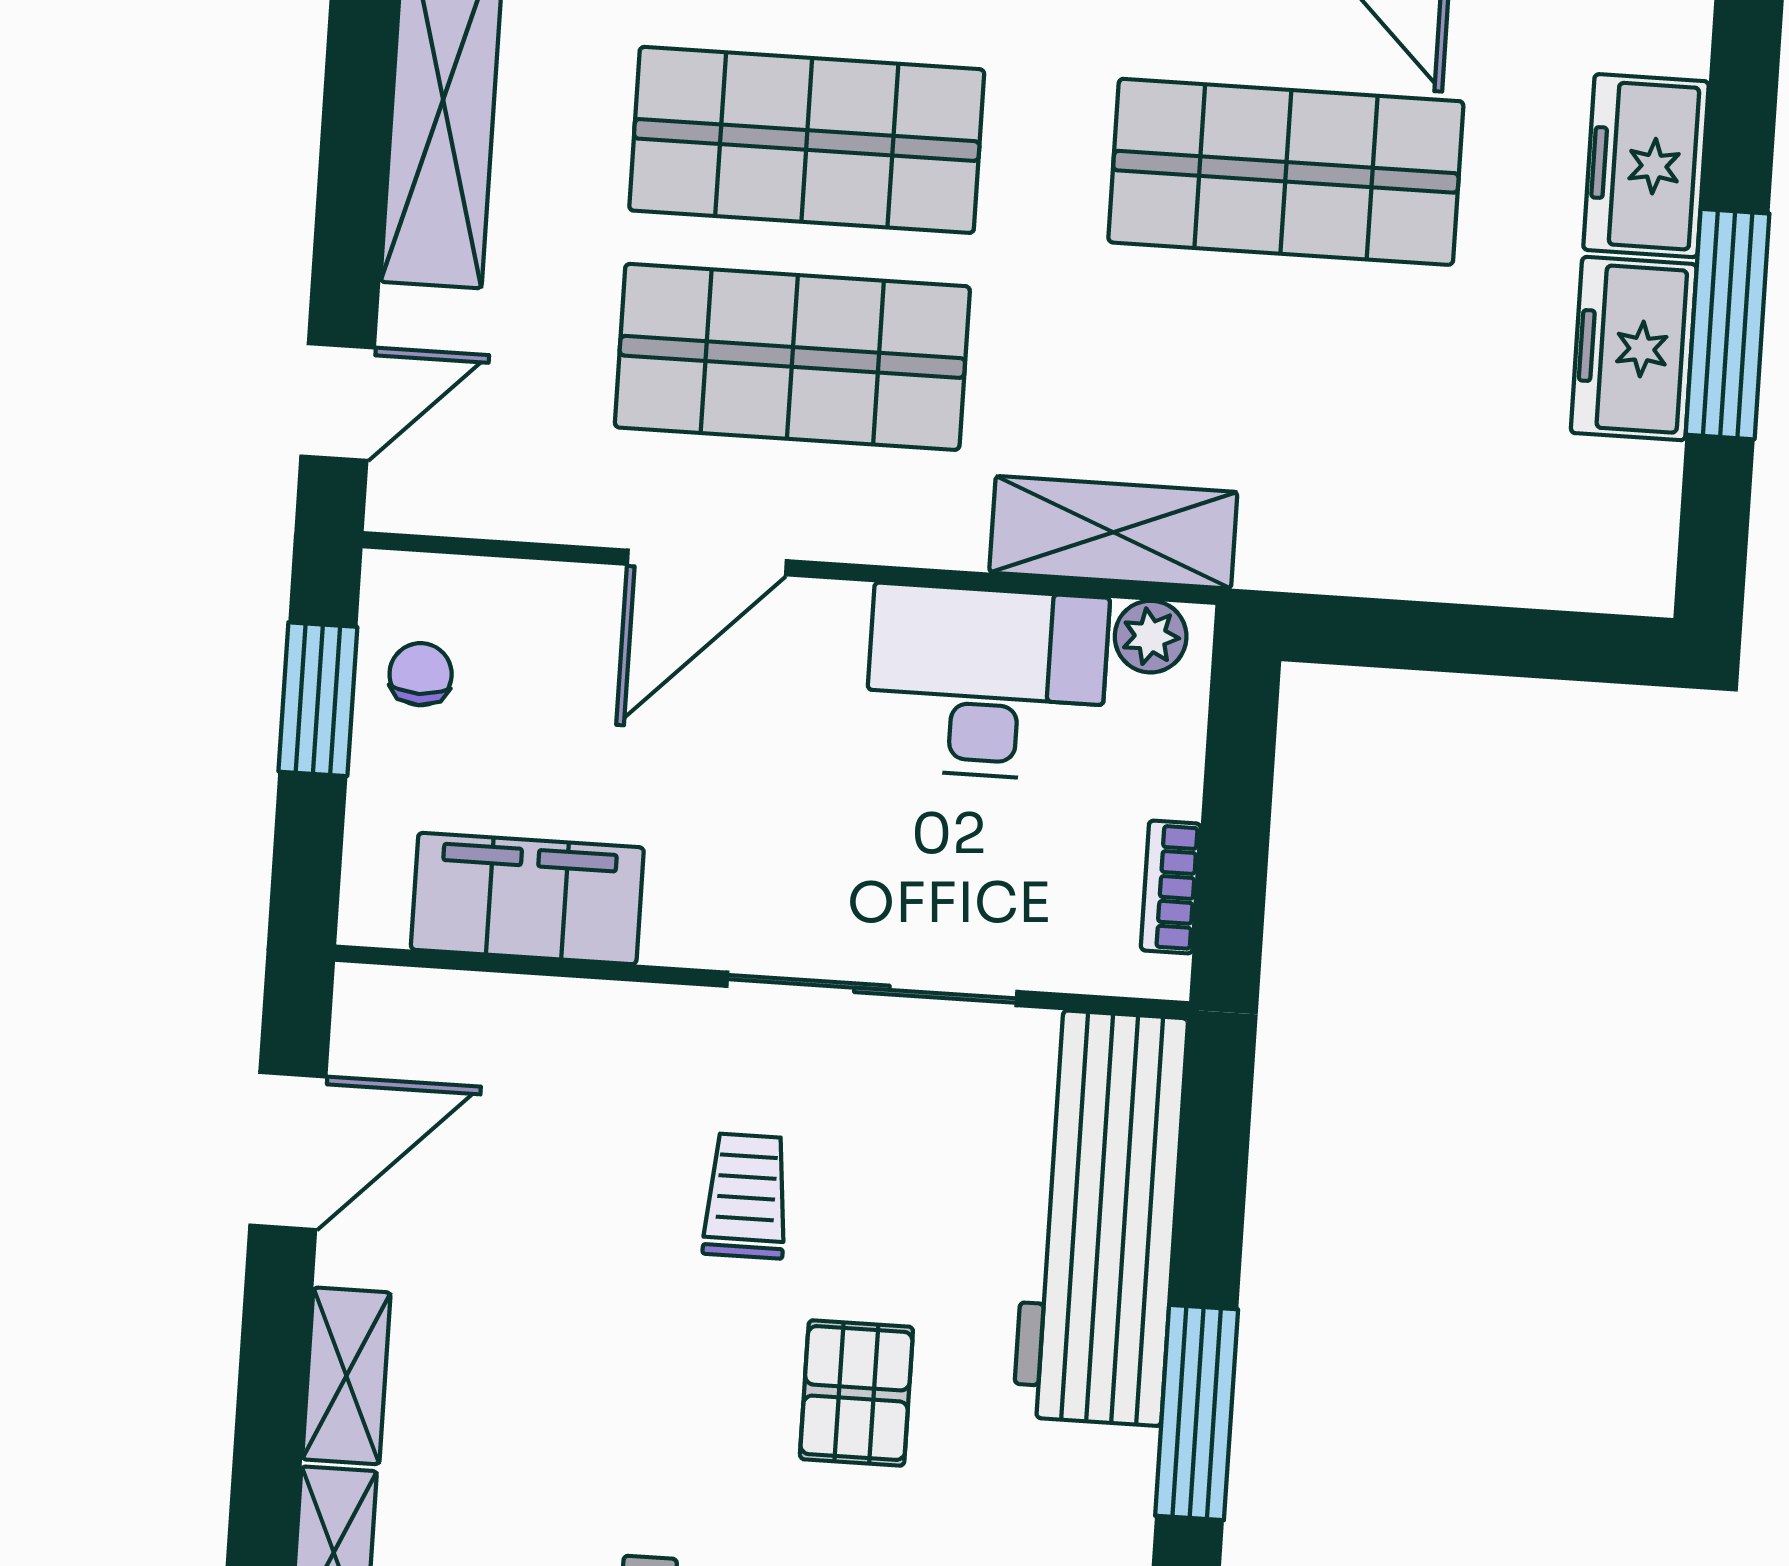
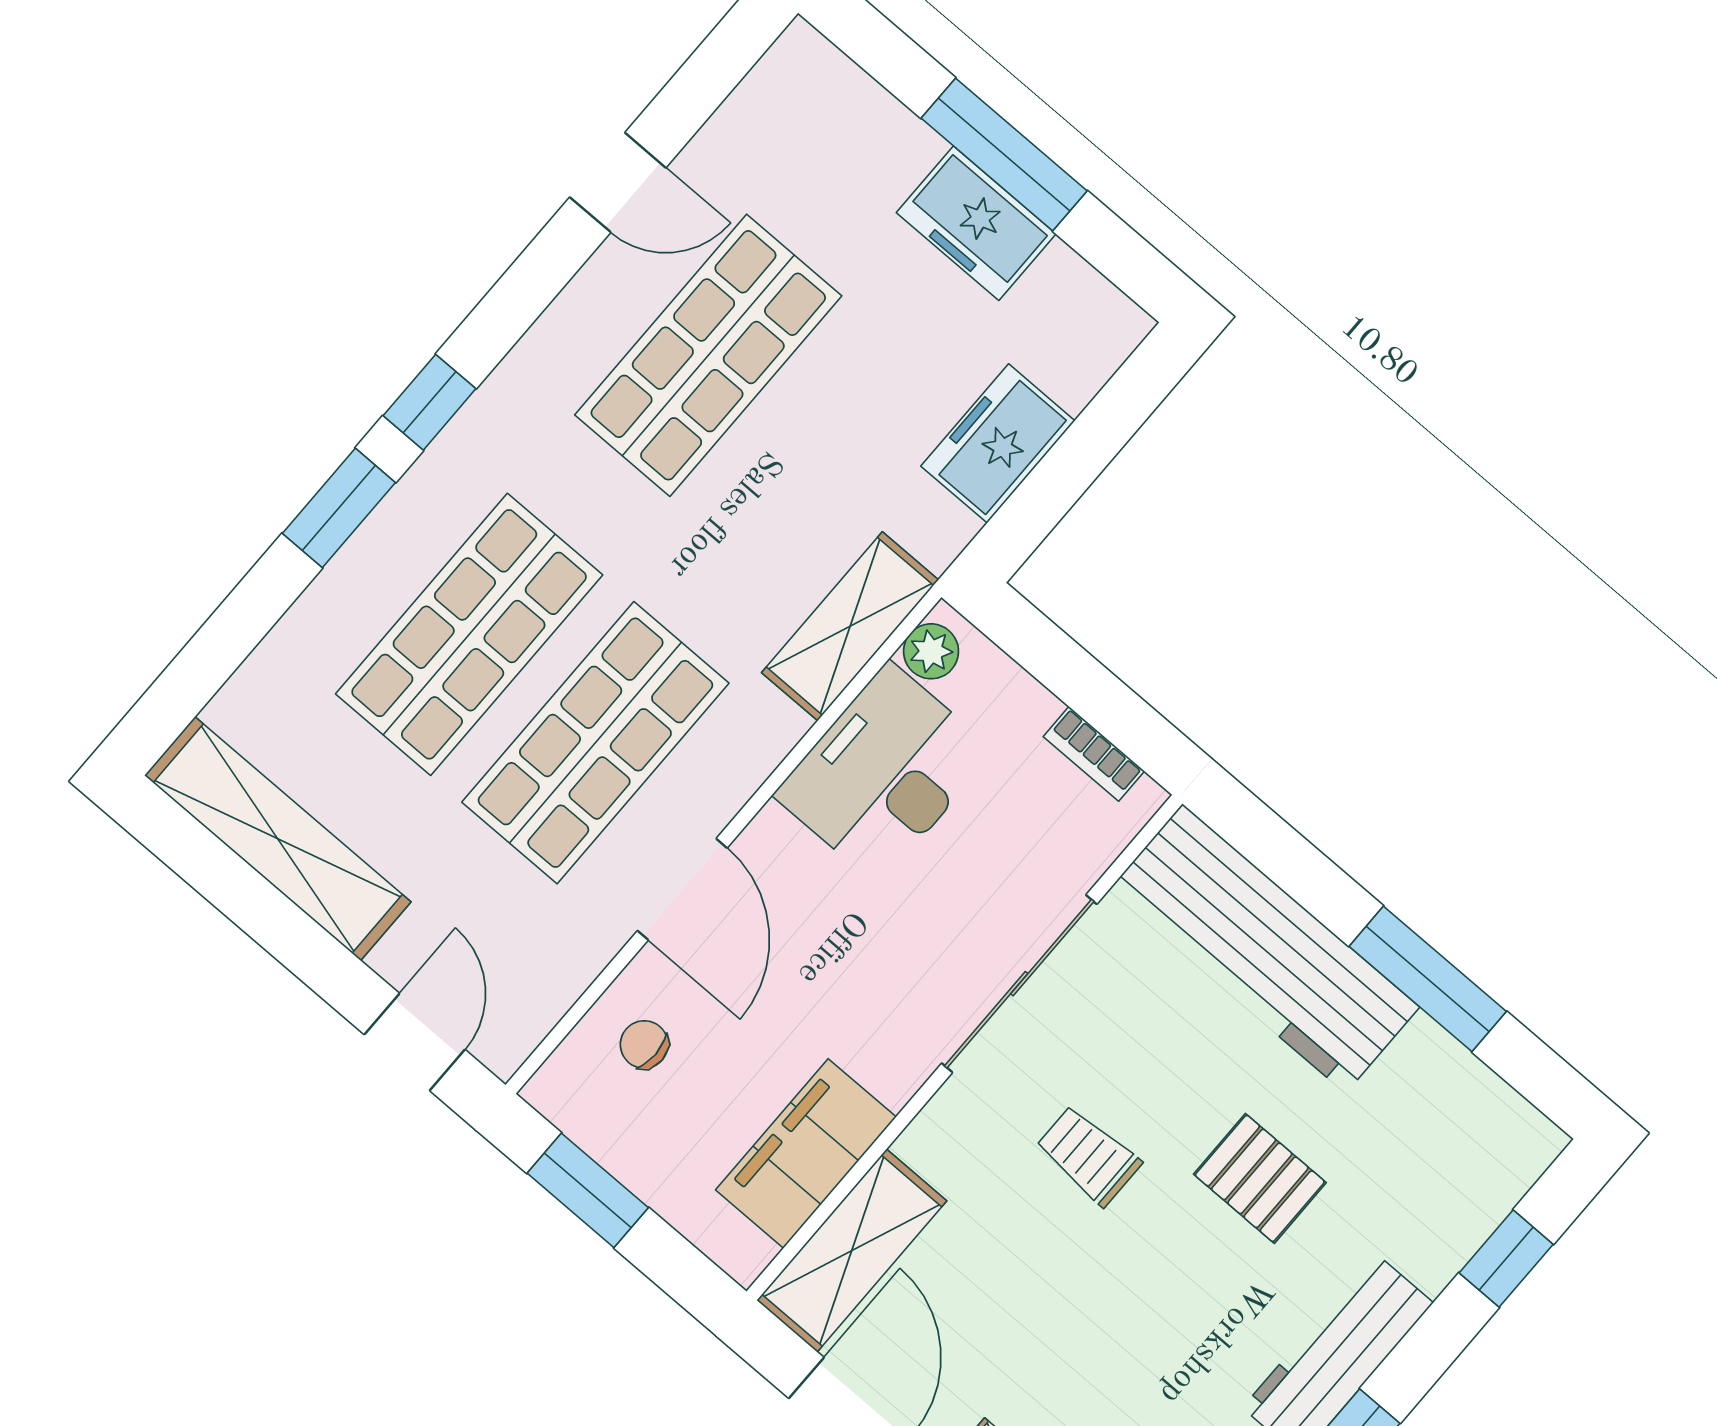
freezer: (1646, 166) -> (998, 443), moved, turned 90
chair: (421, 674) -> (644, 1045), moved
shelving: (462, 1022) -> (852, 1251), added

